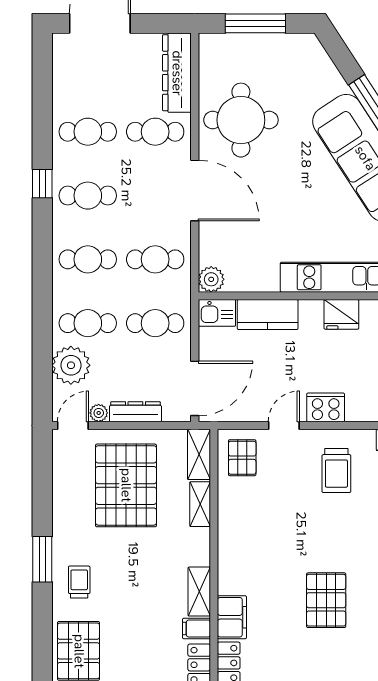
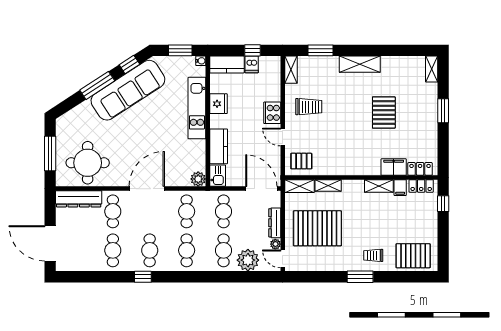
round table: (241, 120) -> (88, 163), moved
pallet: (326, 600) -> (384, 113), turned 90

